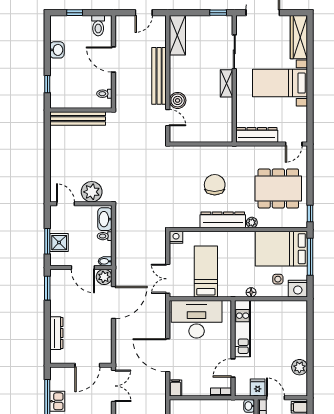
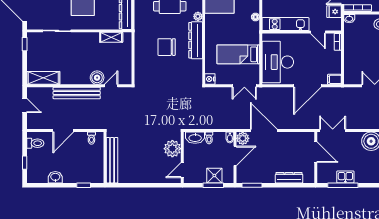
shelving: (226, 83) -> (111, 37), moved

